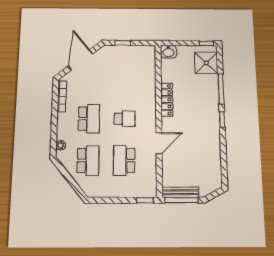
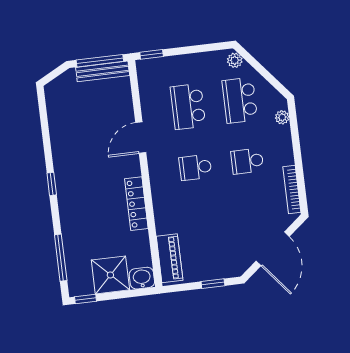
piano: (149, 62) -> (170, 258), added
shower: (206, 63) -> (110, 275), moved
window: (221, 89) -> (61, 258), moved
school desk: (89, 119) -> (247, 161), width x0.54
school desk: (124, 160) -> (188, 107), turned 180
plant: (88, 189) -> (235, 60), added

